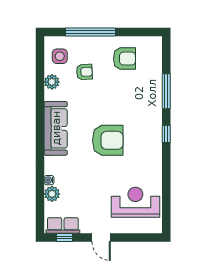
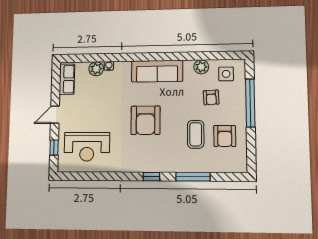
coffee table: (123, 88) -> (196, 134), added
reception desk: (135, 202) -> (87, 147), turned 90
window: (65, 238) -> (54, 148), moved

